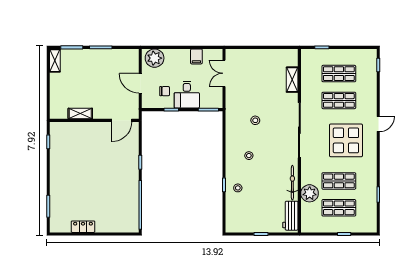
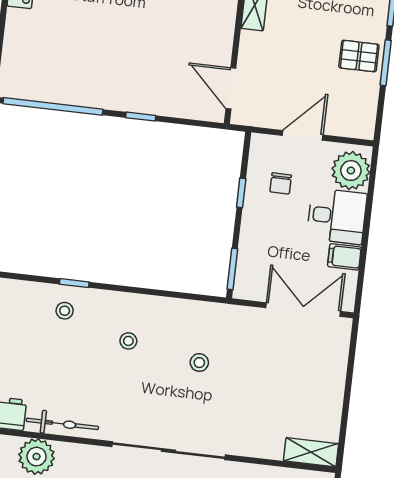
pallet: (99, 61) -> (359, 56), added
double door: (224, 73) -> (303, 310), width x1.37
shelving: (292, 80) -> (311, 452), moved
desk: (187, 95) -> (337, 216), moved, turned 180

